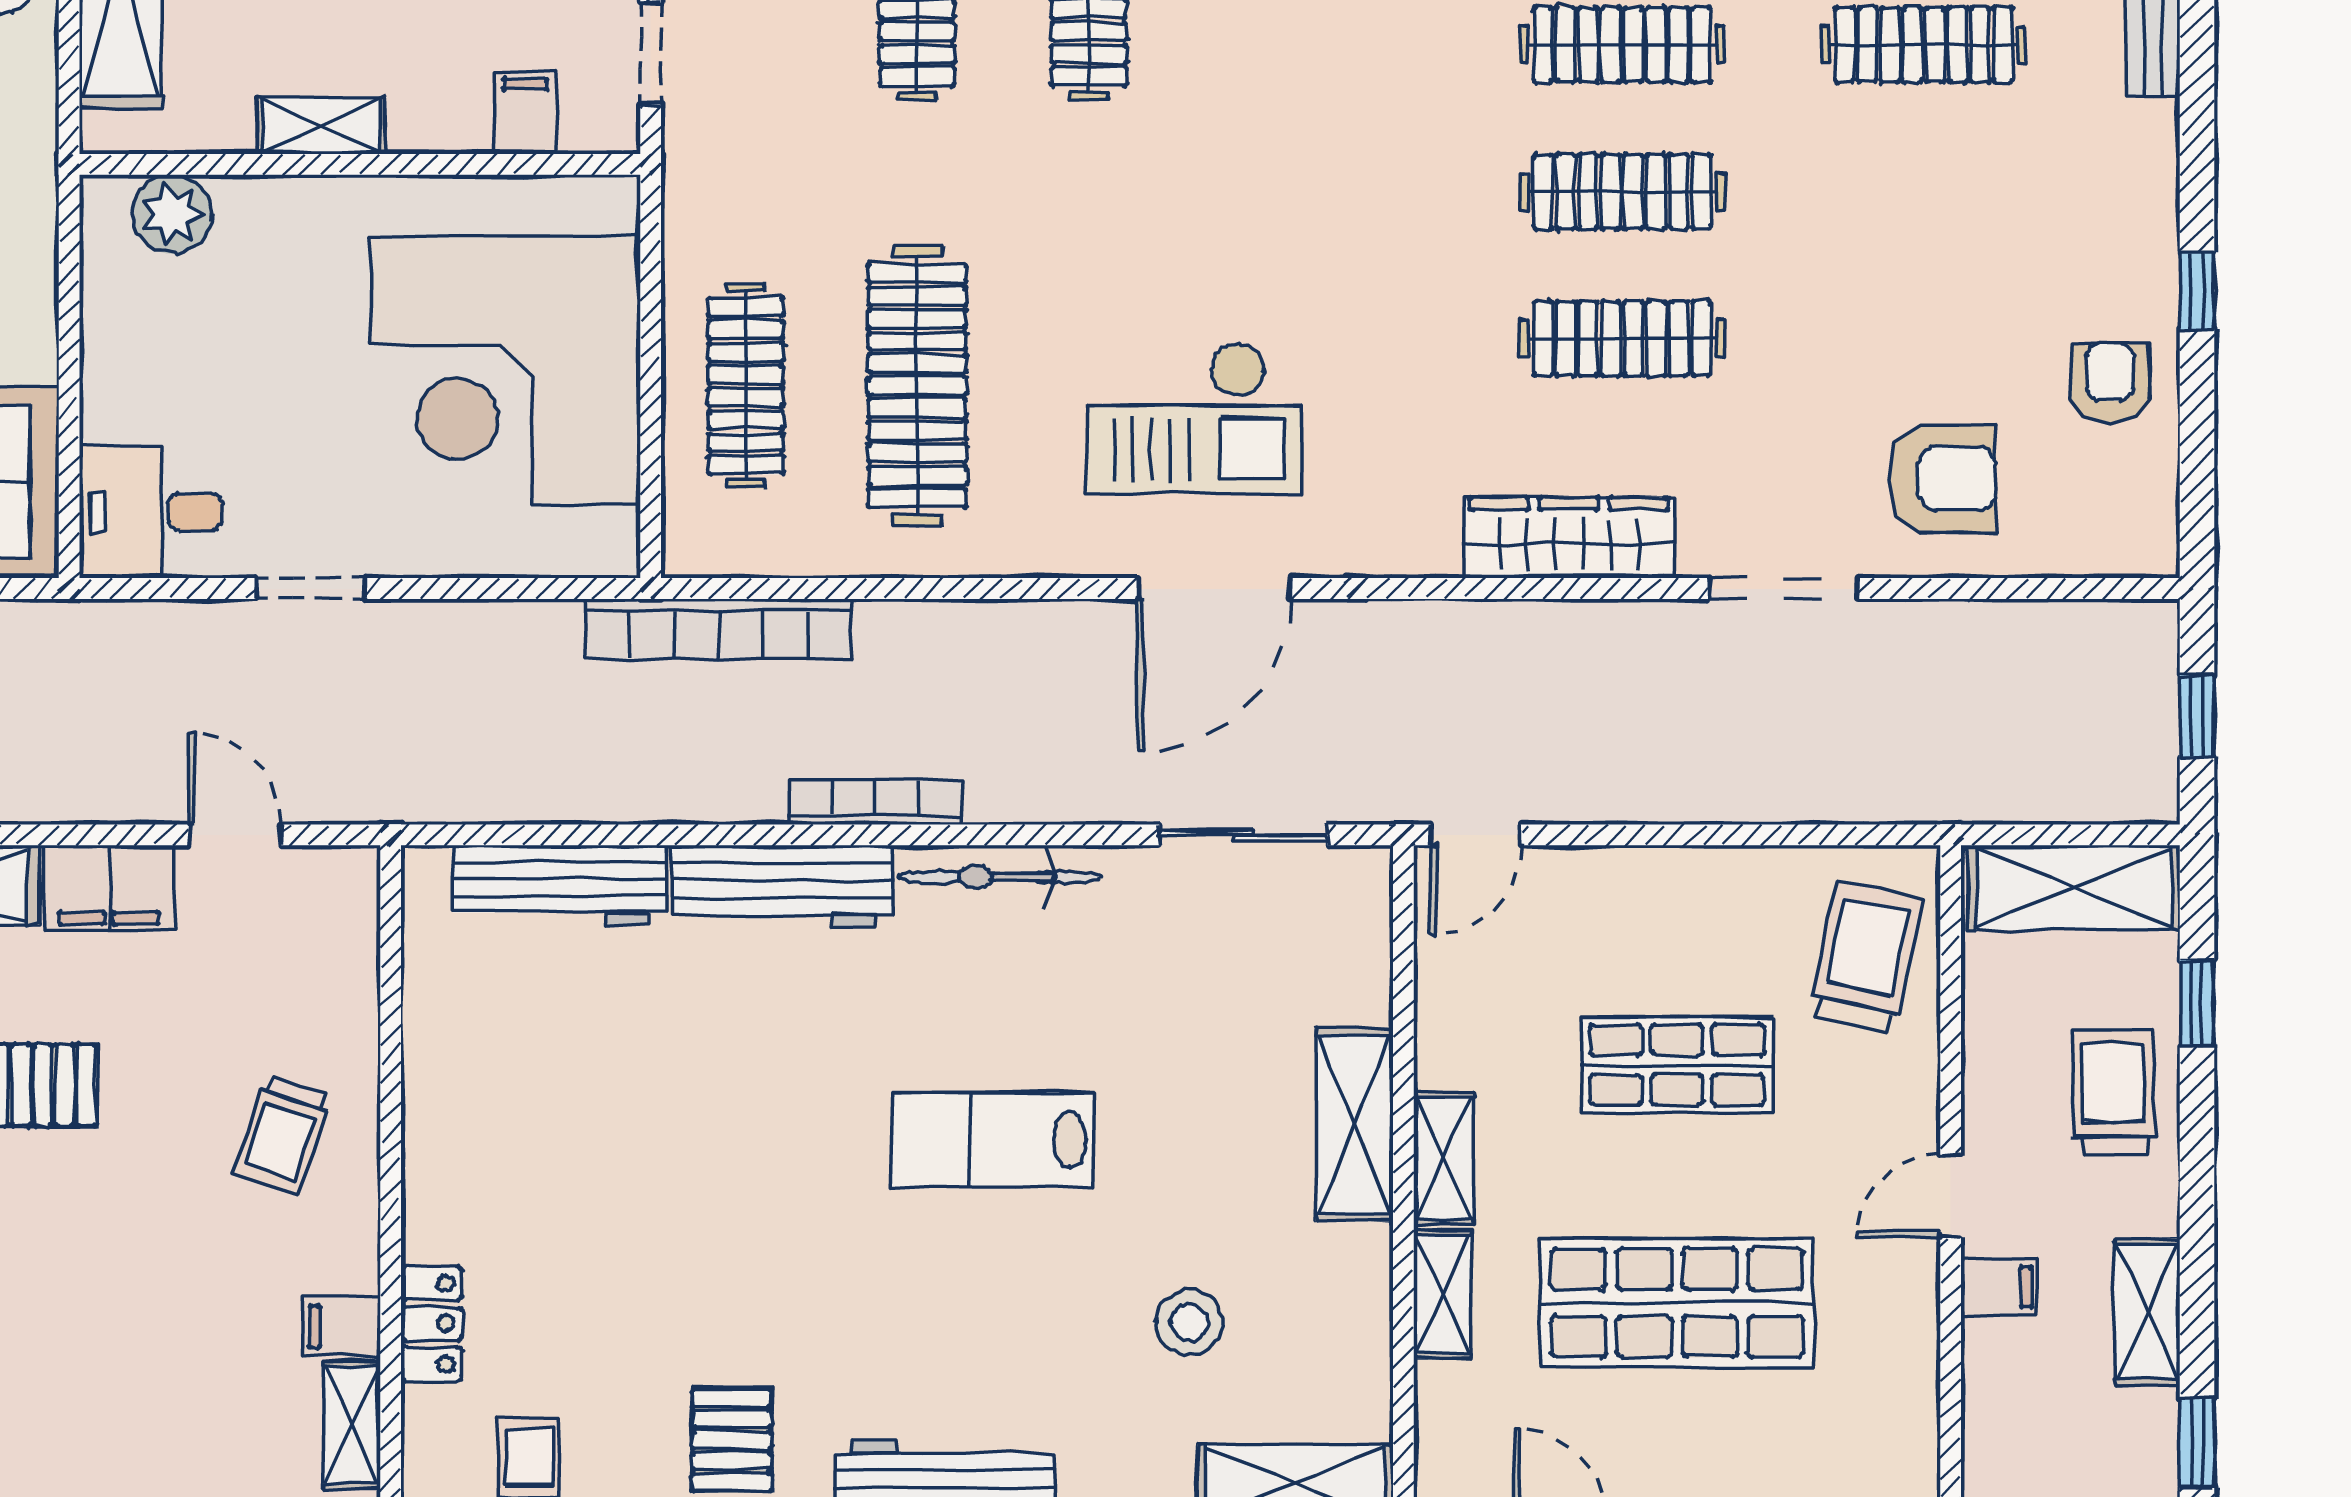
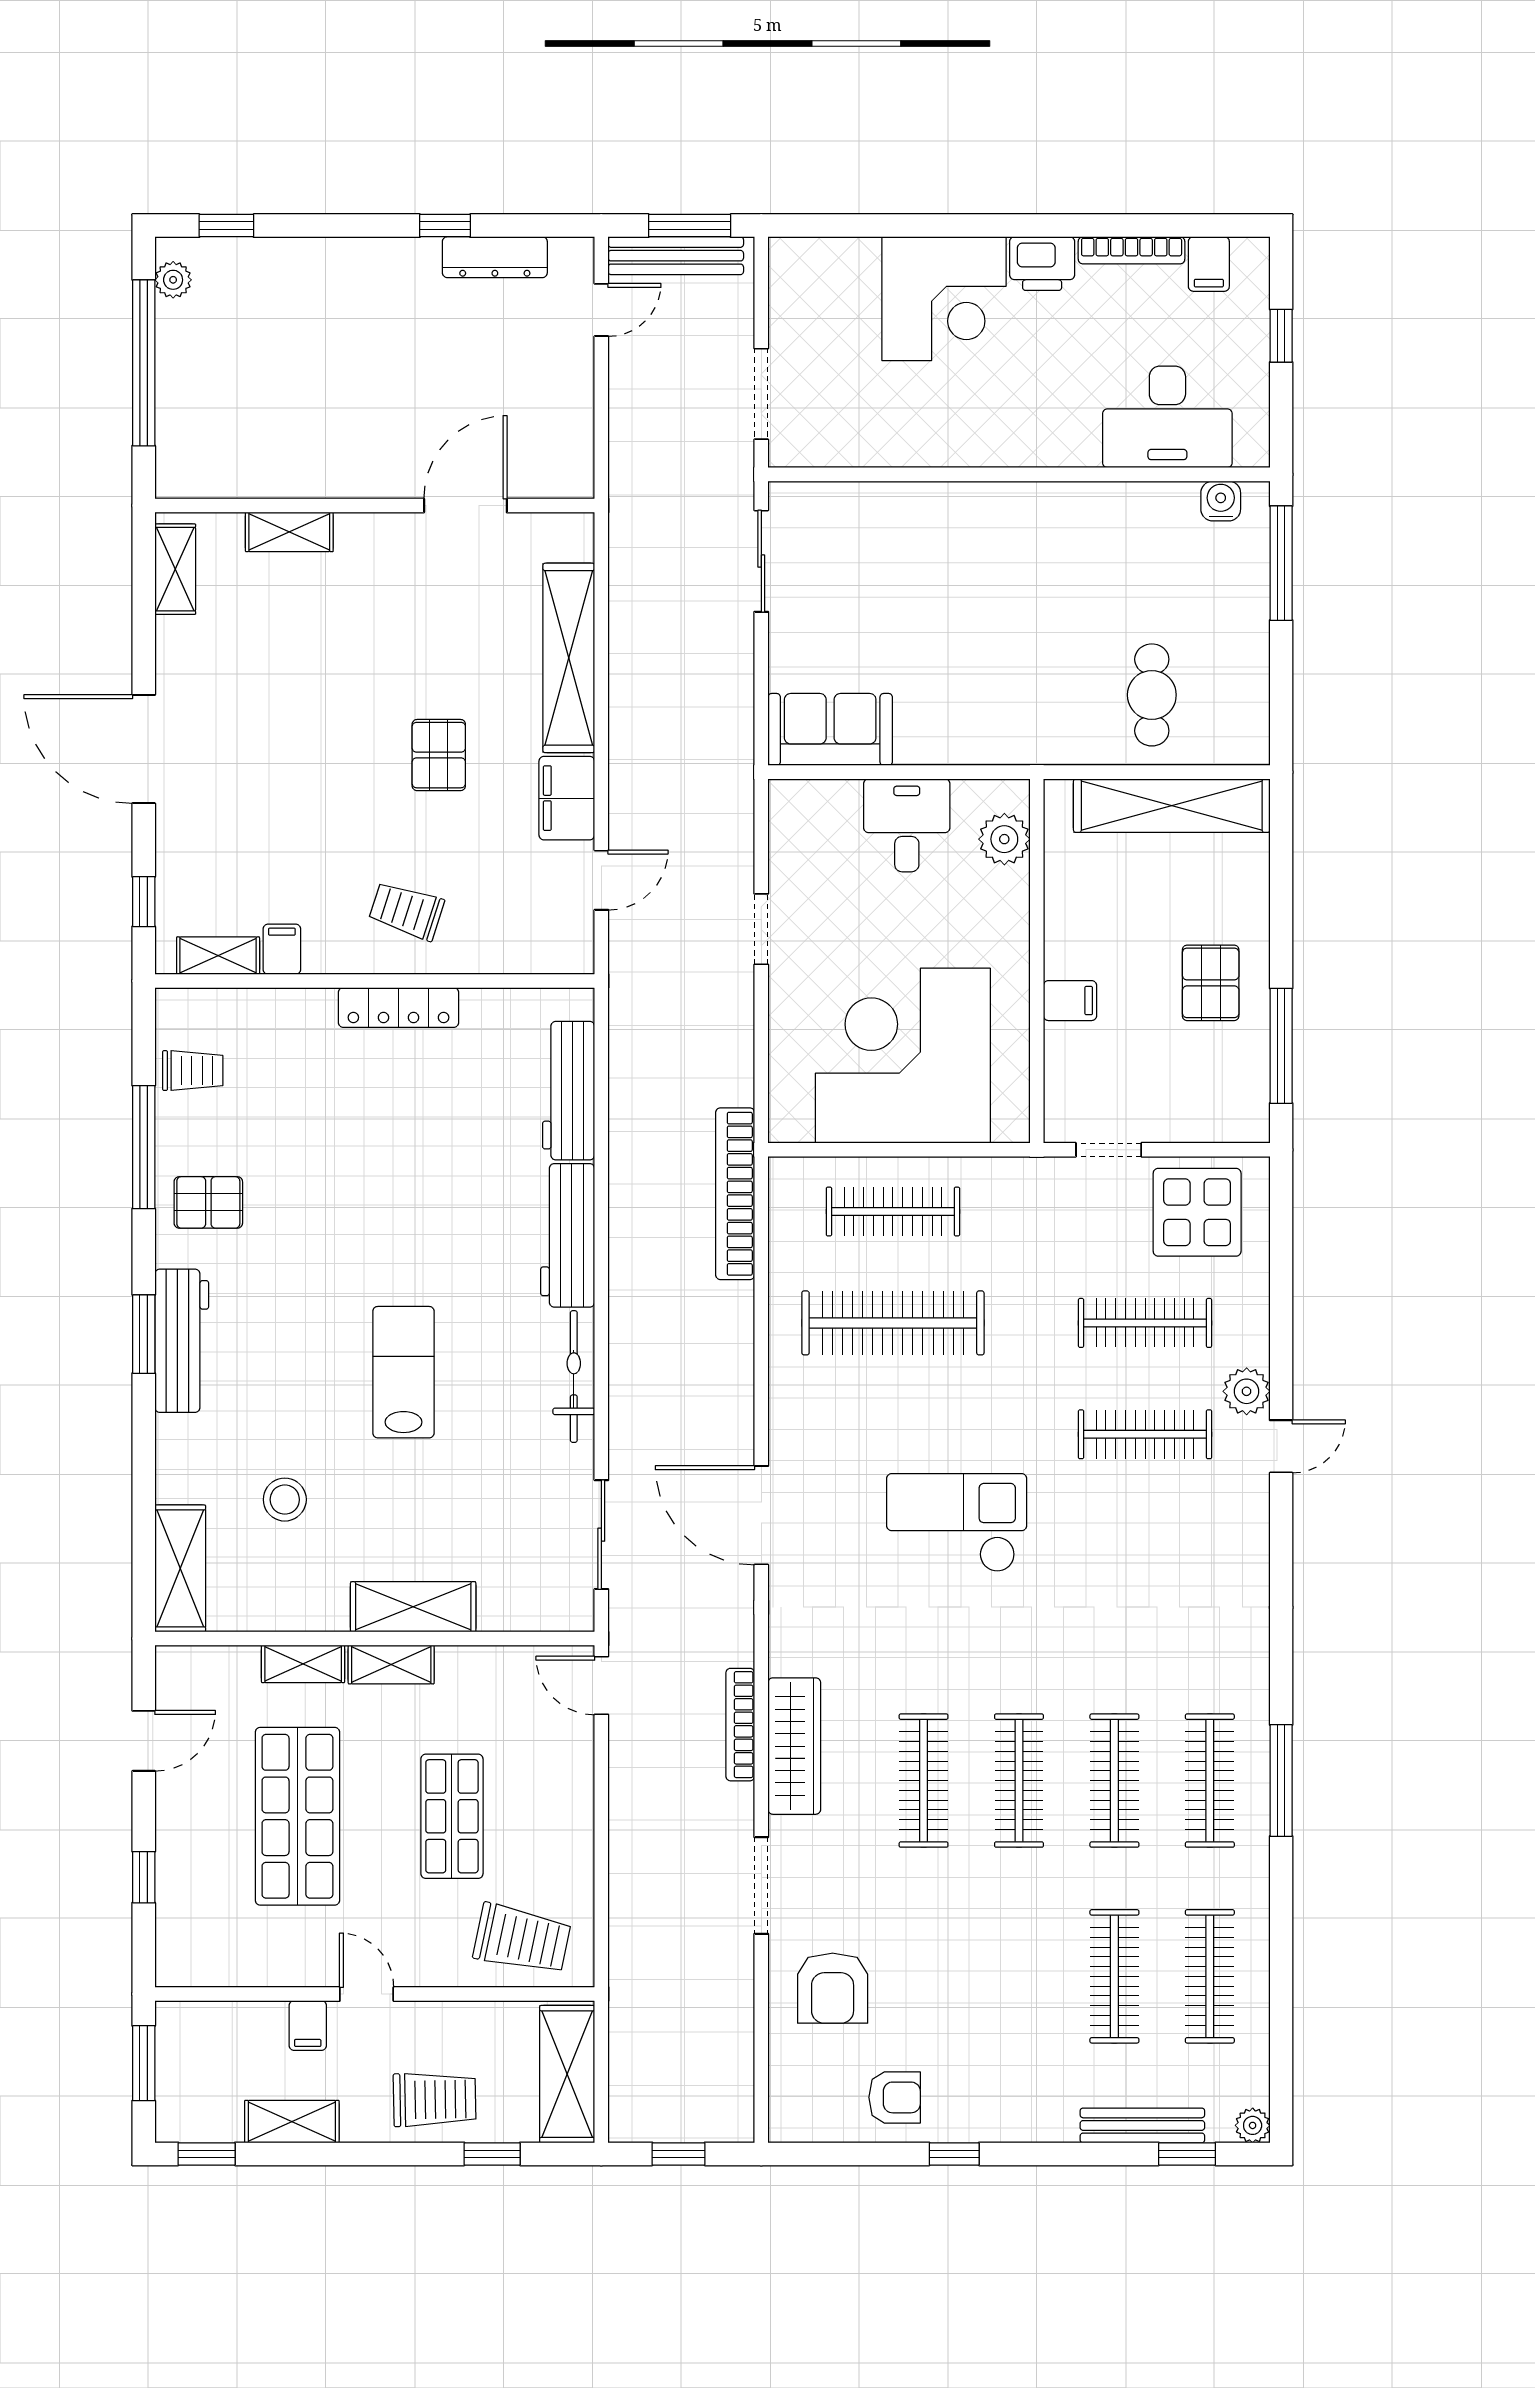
filing cabinet: (525, 113) -> (1070, 1001), moved
shelving: (321, 125) -> (1062, 936), removed
checkout: (1195, 418) -> (957, 1523), moved, turned 90
desk: (151, 512) -> (907, 825), moved
bookcase: (875, 802) -> (740, 1725), moved, turned 180
locker: (432, 1324) -> (398, 1008), moved, width x1.53

